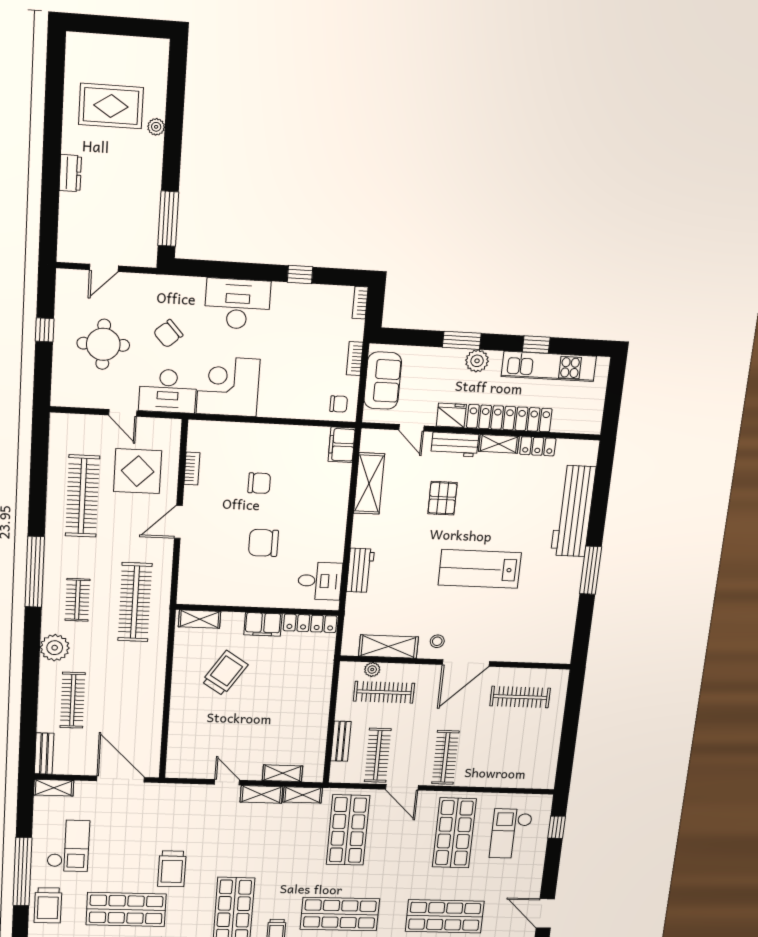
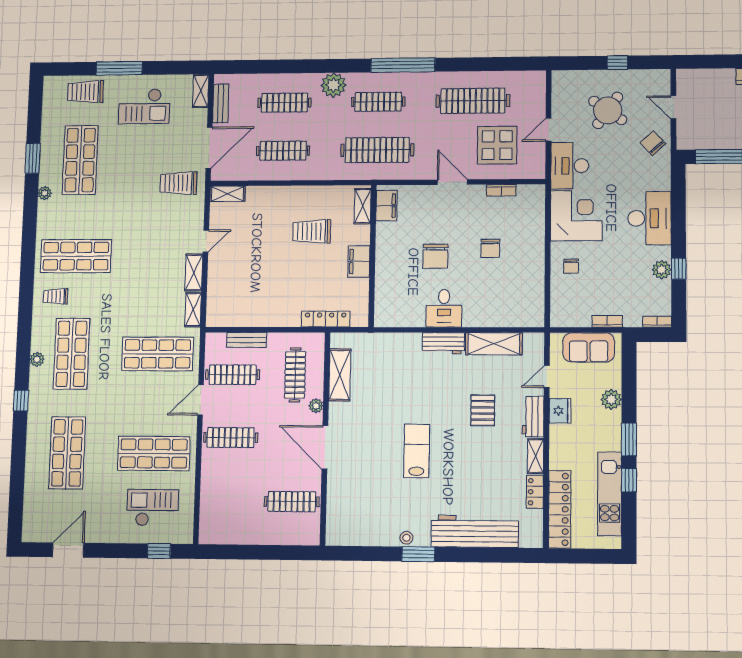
plant: (300, 294) -> (662, 270), added
chair: (168, 334) -> (653, 143), moved
window: (462, 340) -> (629, 440), moved
round table: (103, 344) -> (608, 110), turned 35
plant: (477, 361) -> (611, 399), moved
chair: (339, 404) -> (571, 266), moved
locker: (509, 418) -> (560, 509), moved
filing cabinet: (342, 445) -> (386, 206), moved, turned 90
pallet: (442, 498) -> (483, 410), turned 90
chair: (263, 543) -> (435, 256), turned 180
lab bench: (480, 569) -> (417, 451), width x0.73, depth x0.72
workbench: (360, 570) -> (443, 343), moved
window: (591, 570) -> (418, 554), width x0.69
desk: (320, 581) -> (444, 308), moved
clothes rail: (77, 600) -> (378, 102), width x1.36
locker: (310, 623) -> (326, 319), moved, turned 90
stool: (437, 641) -> (406, 538), moved
plant: (372, 670) -> (316, 406), moved
trolley: (225, 673) -> (312, 231), turned 147
clothes rail: (520, 697) -> (292, 502), turned 90
clothes rail: (129, 702) -> (283, 151), added
bench: (44, 754) -> (221, 103), moved, turned 90
shelving: (282, 773) -> (227, 194), moved, turned 90
trolley: (172, 869) -> (179, 183), moved
window: (22, 872) -> (119, 68), width x0.68

